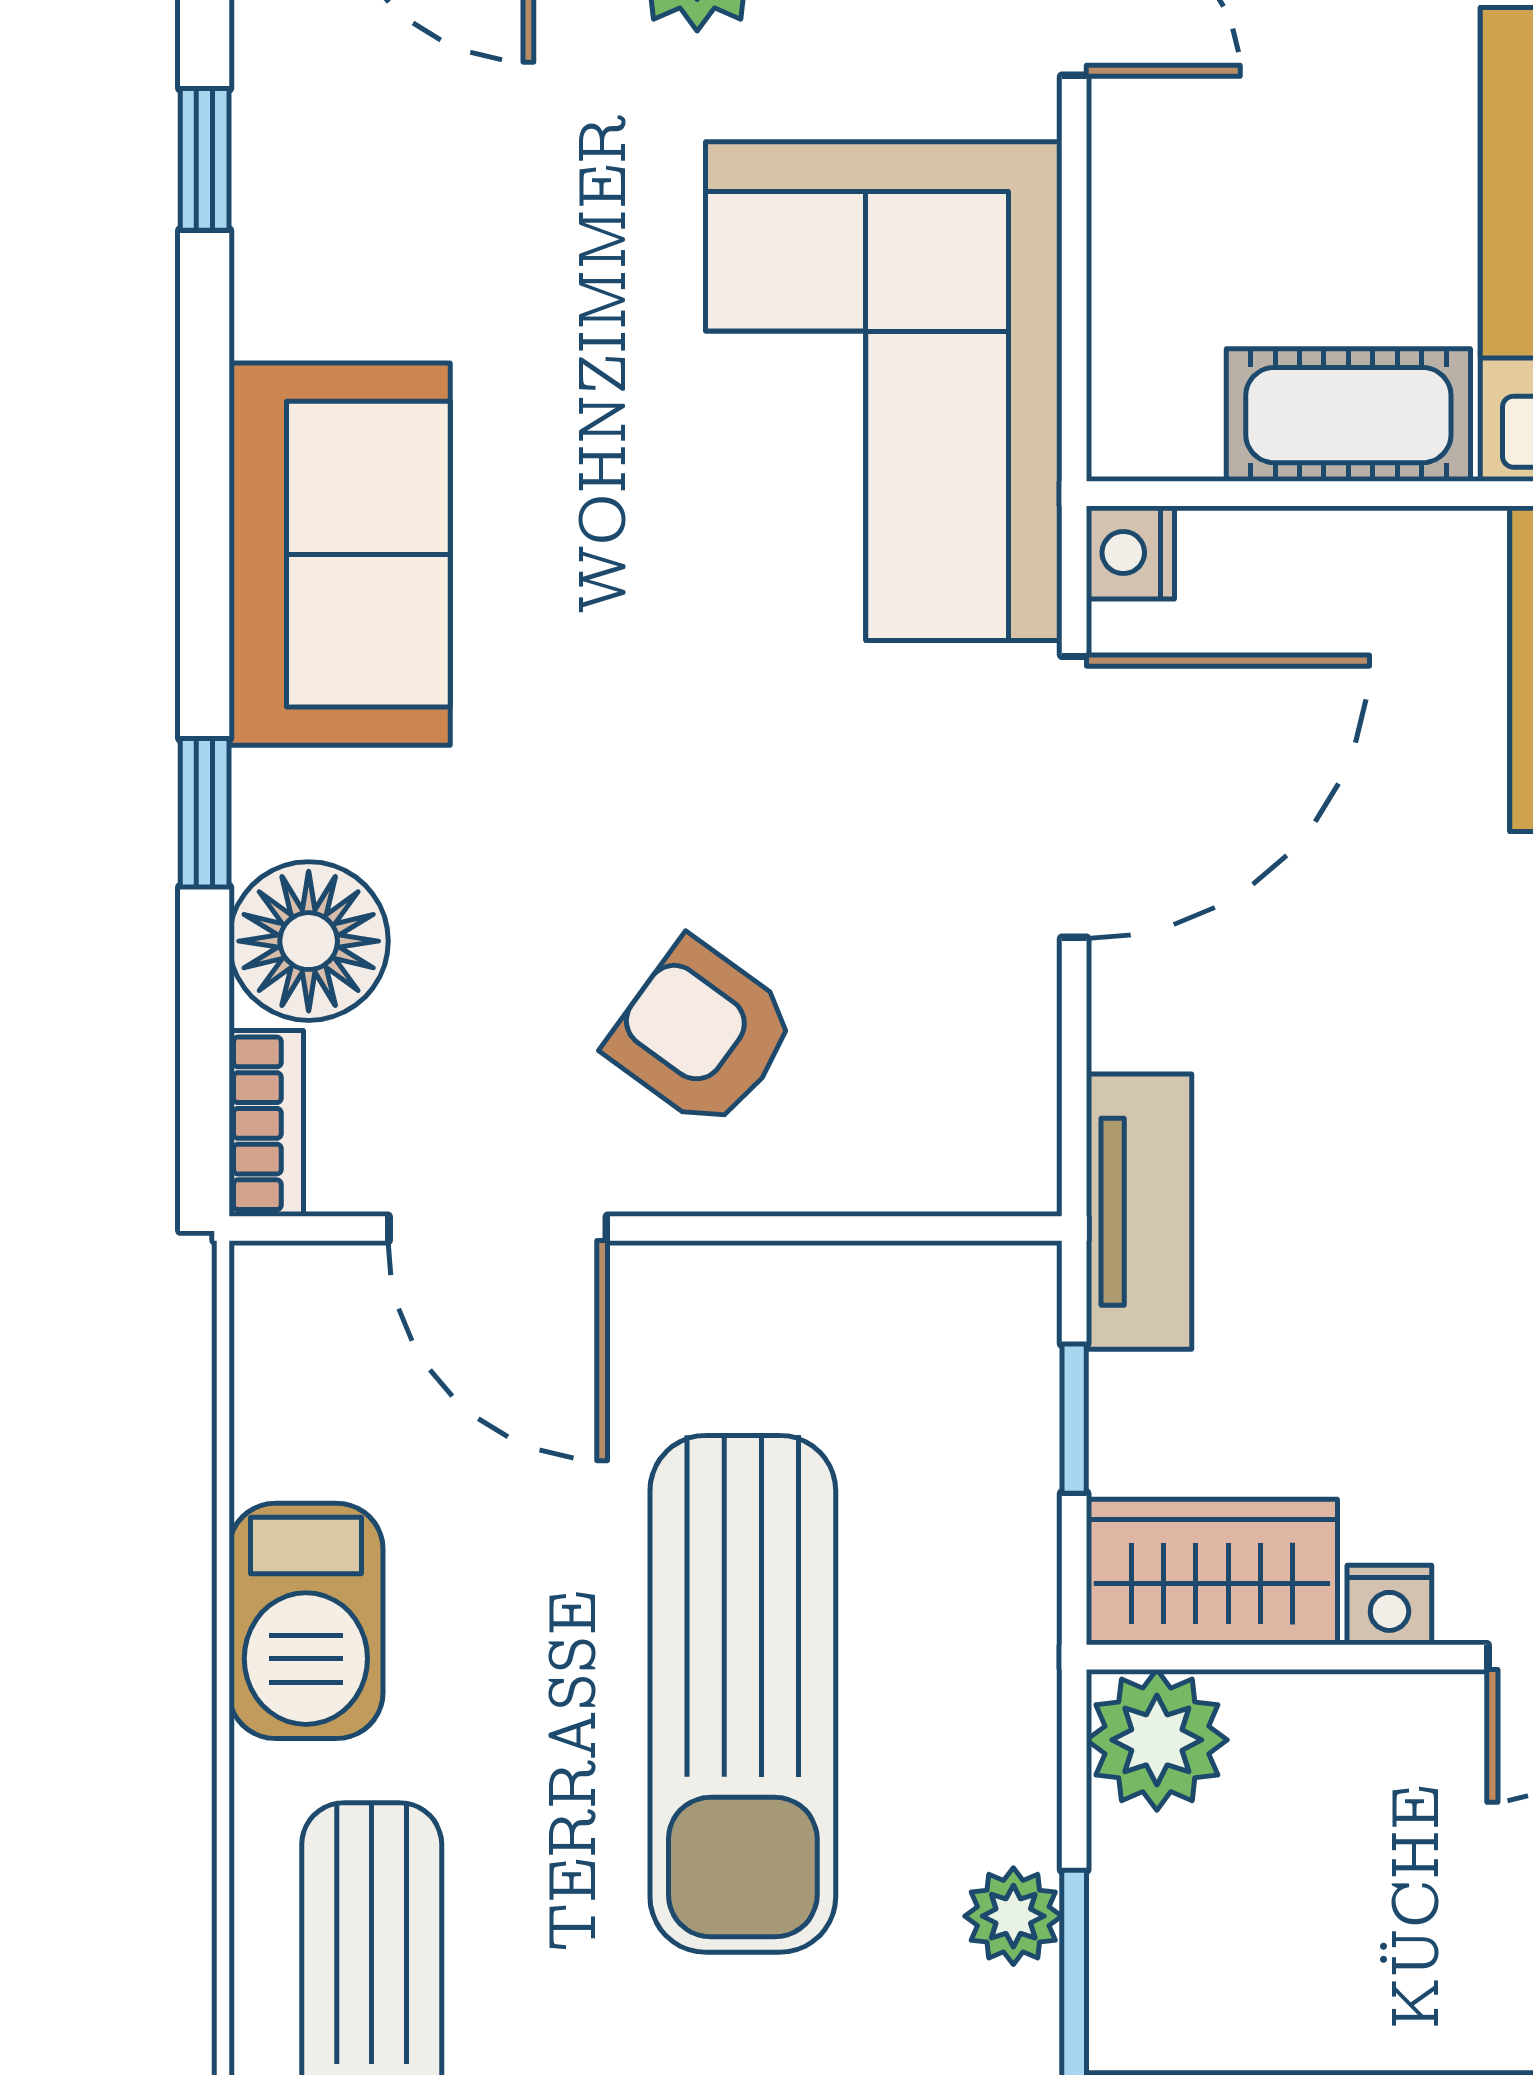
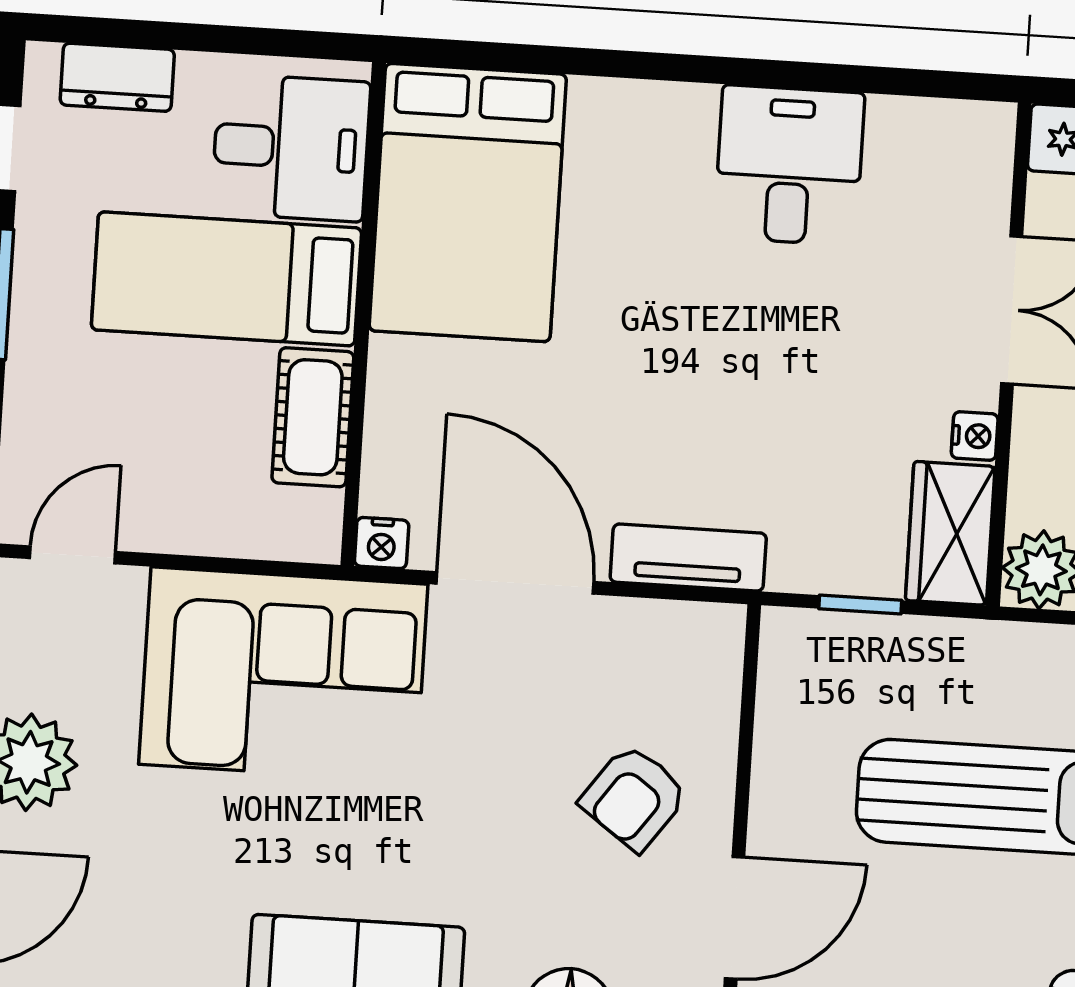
tv unit: (1139, 1212) -> (688, 558), moved

